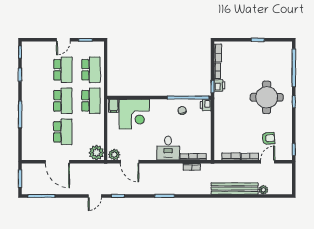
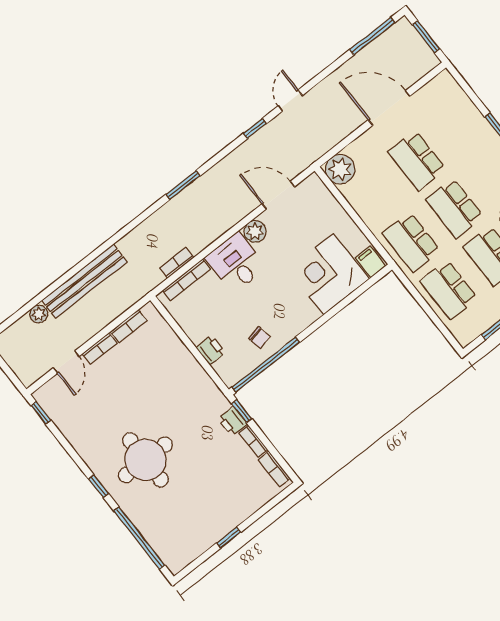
printer: (206, 105) -> (211, 350), moved
armchair: (268, 138) -> (93, 399), removed
plant: (114, 155) -> (255, 231), moved

